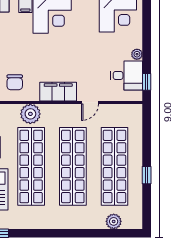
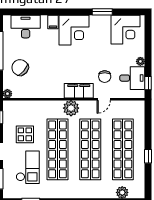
chair: (15, 82) -> (105, 77), moved
plant: (30, 114) -> (71, 108), moved

